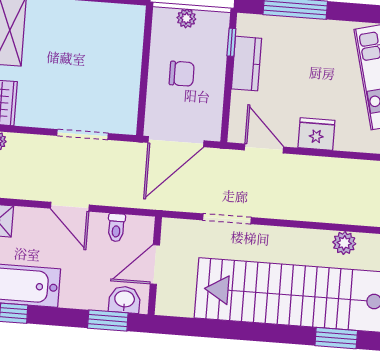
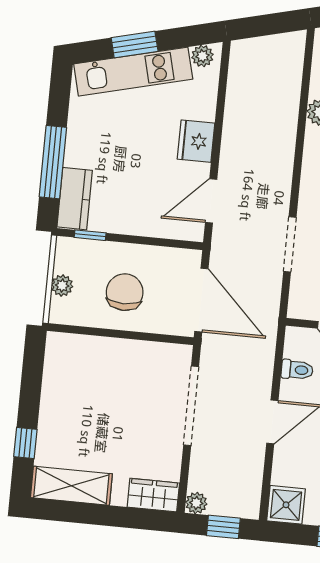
kitchen counter: (246, 64) -> (75, 199), moved, turned 90
chair: (182, 74) -> (125, 292), width x1.37, depth x1.37
doorway: (83, 134) -> (191, 406), width x1.36

